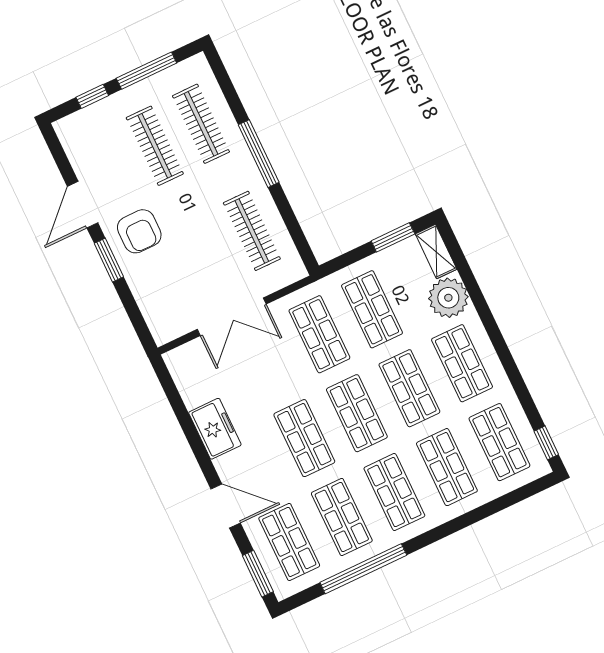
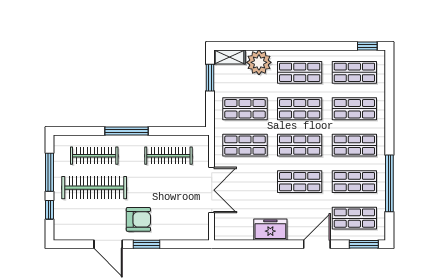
clothes rail: (155, 146) -> (94, 188), width x1.37, depth x1.31

